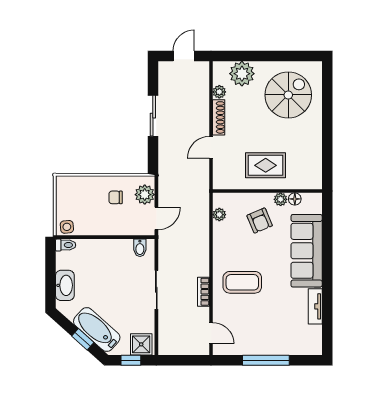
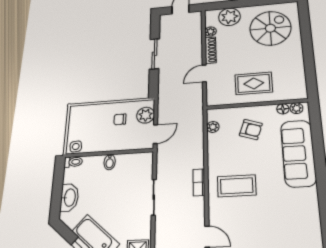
plant: (281, 199) -> (296, 108), moved
armchair: (260, 221) -> (251, 129), turned -48
bidet: (140, 248) -> (110, 162), moved
bookcase: (203, 292) -> (199, 182), moved
tv unit: (315, 306) -> (312, 205), removed

